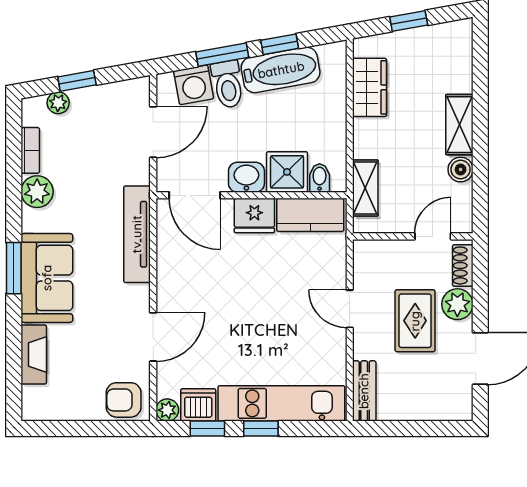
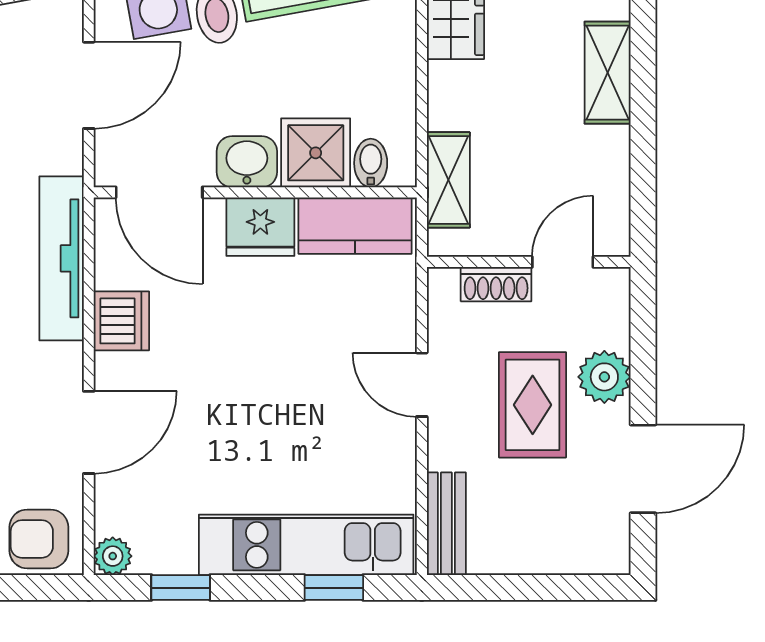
boiler: (461, 170) -> (610, 149), removed
shoe rack: (463, 265) -> (496, 284), moved, turned -90
dishwasher: (198, 405) -> (121, 321), moved, turned 90
window: (261, 429) -> (334, 588), moved

